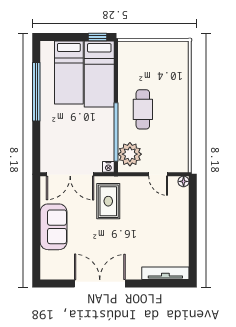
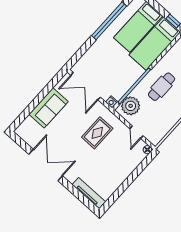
rug: (108, 201) -> (97, 133), moved

